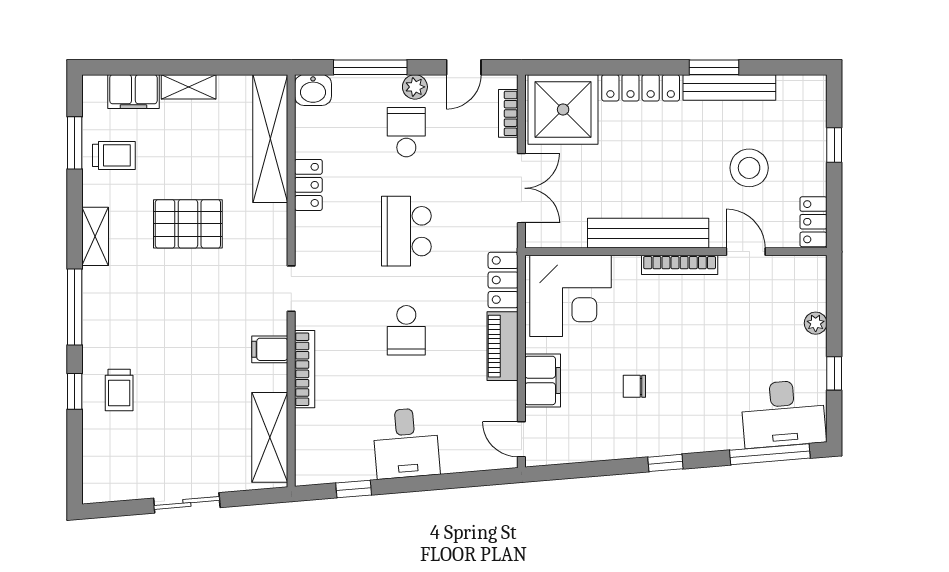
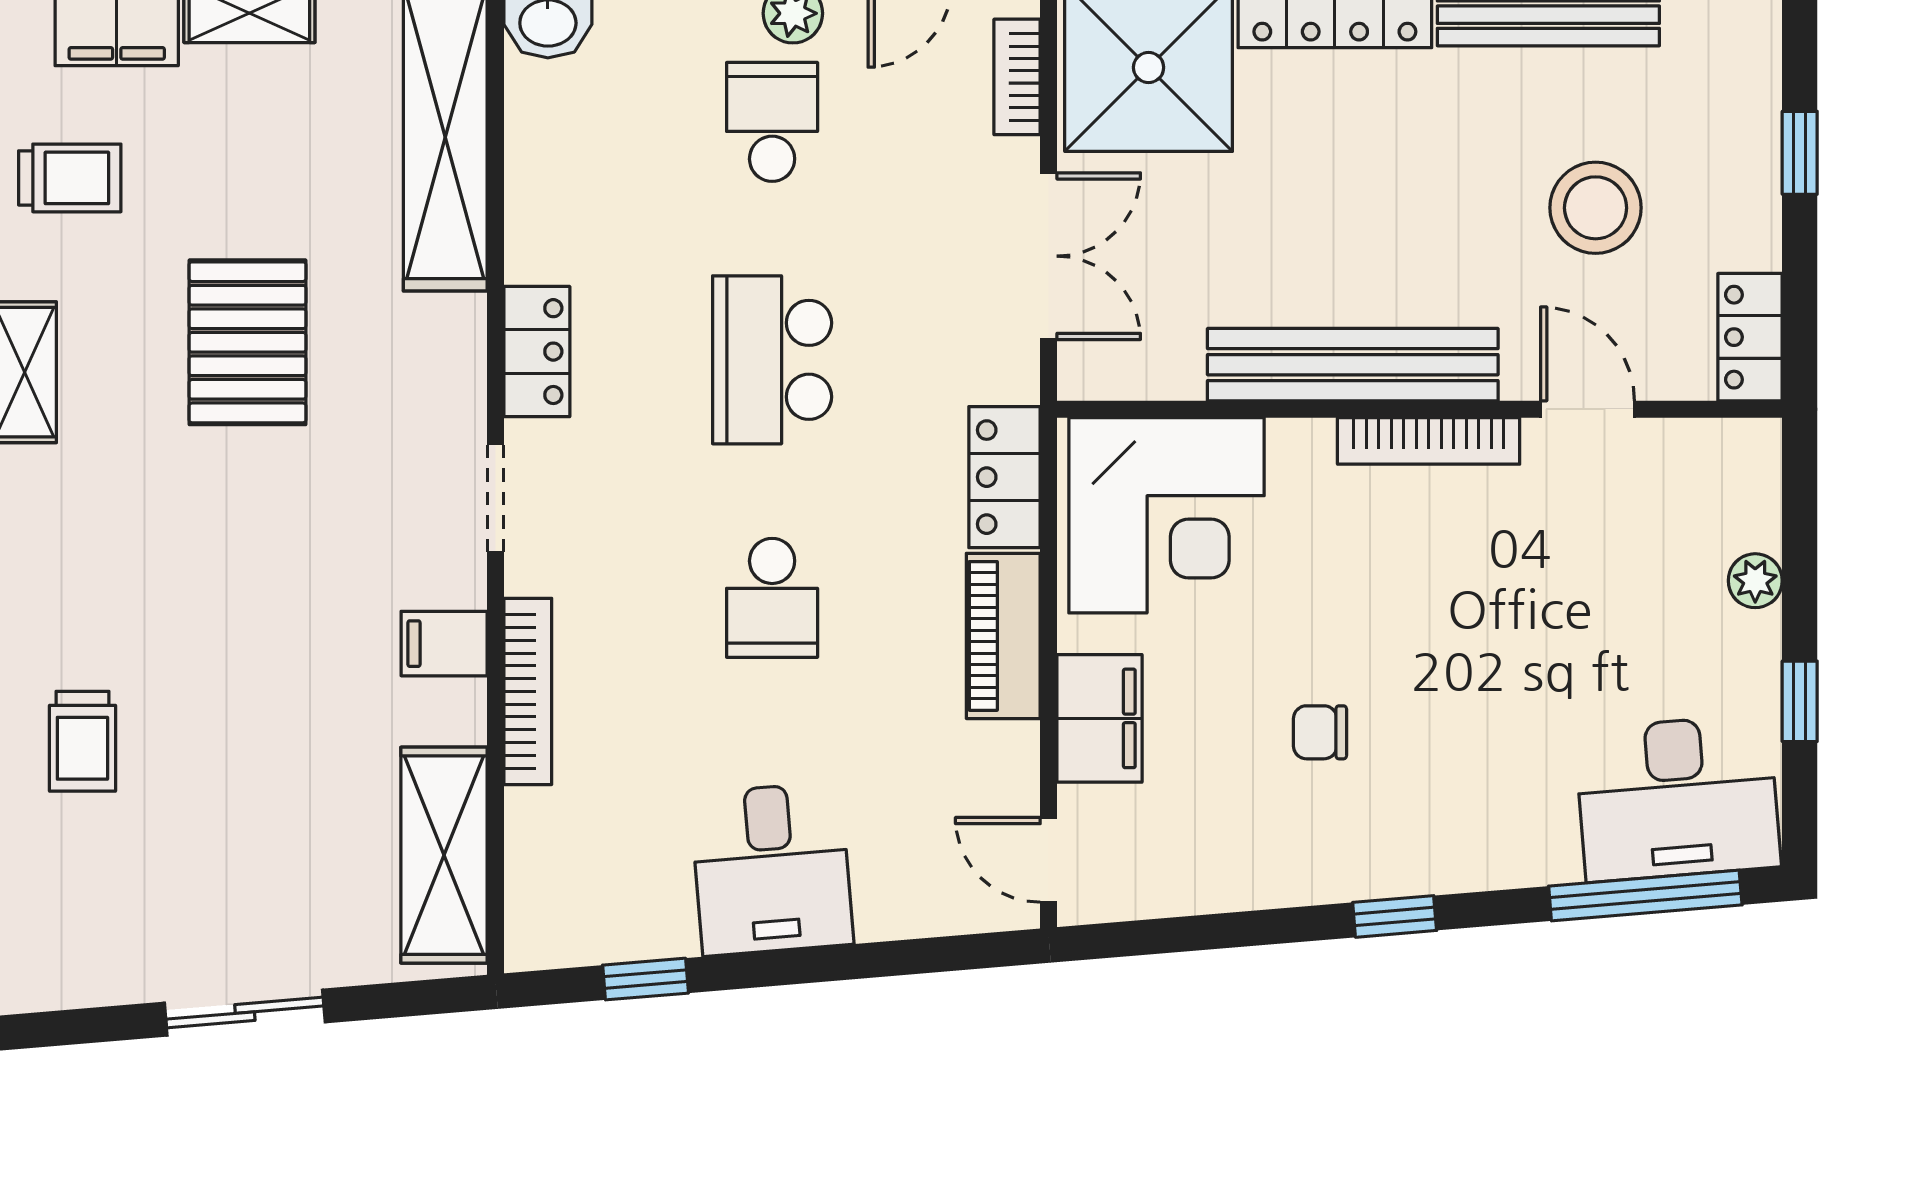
locker: (308, 185) -> (537, 352), moved
pallet: (188, 224) -> (248, 342), turned 90

